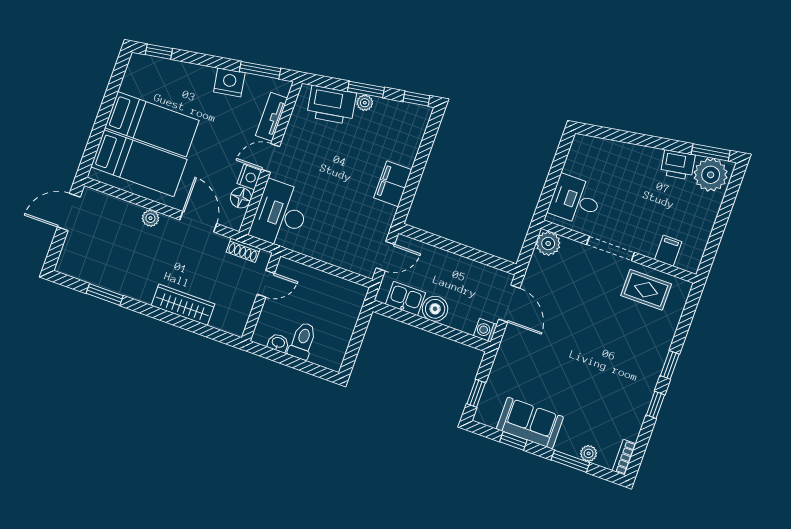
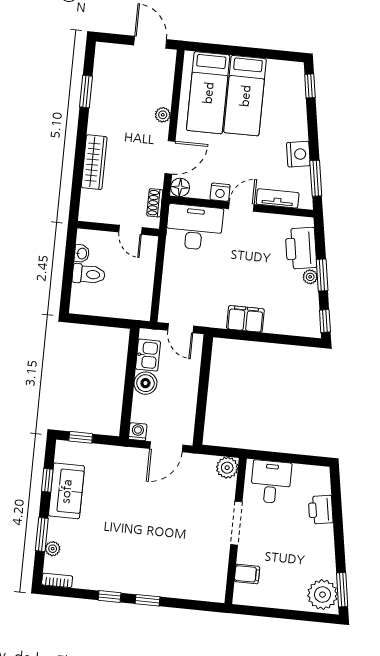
door: (271, 158) -> (241, 207), hinge flipped
printer: (678, 165) -> (321, 510), moved
floor lamp: (241, 198) -> (180, 187), moved
rug: (646, 290) -> (208, 563), removed

